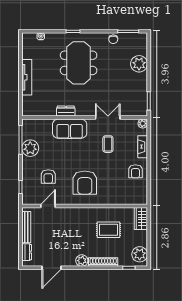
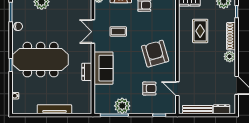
meeting table: (79, 63) -> (41, 60), width x1.36
armchair: (85, 183) -> (155, 54), turned -106

